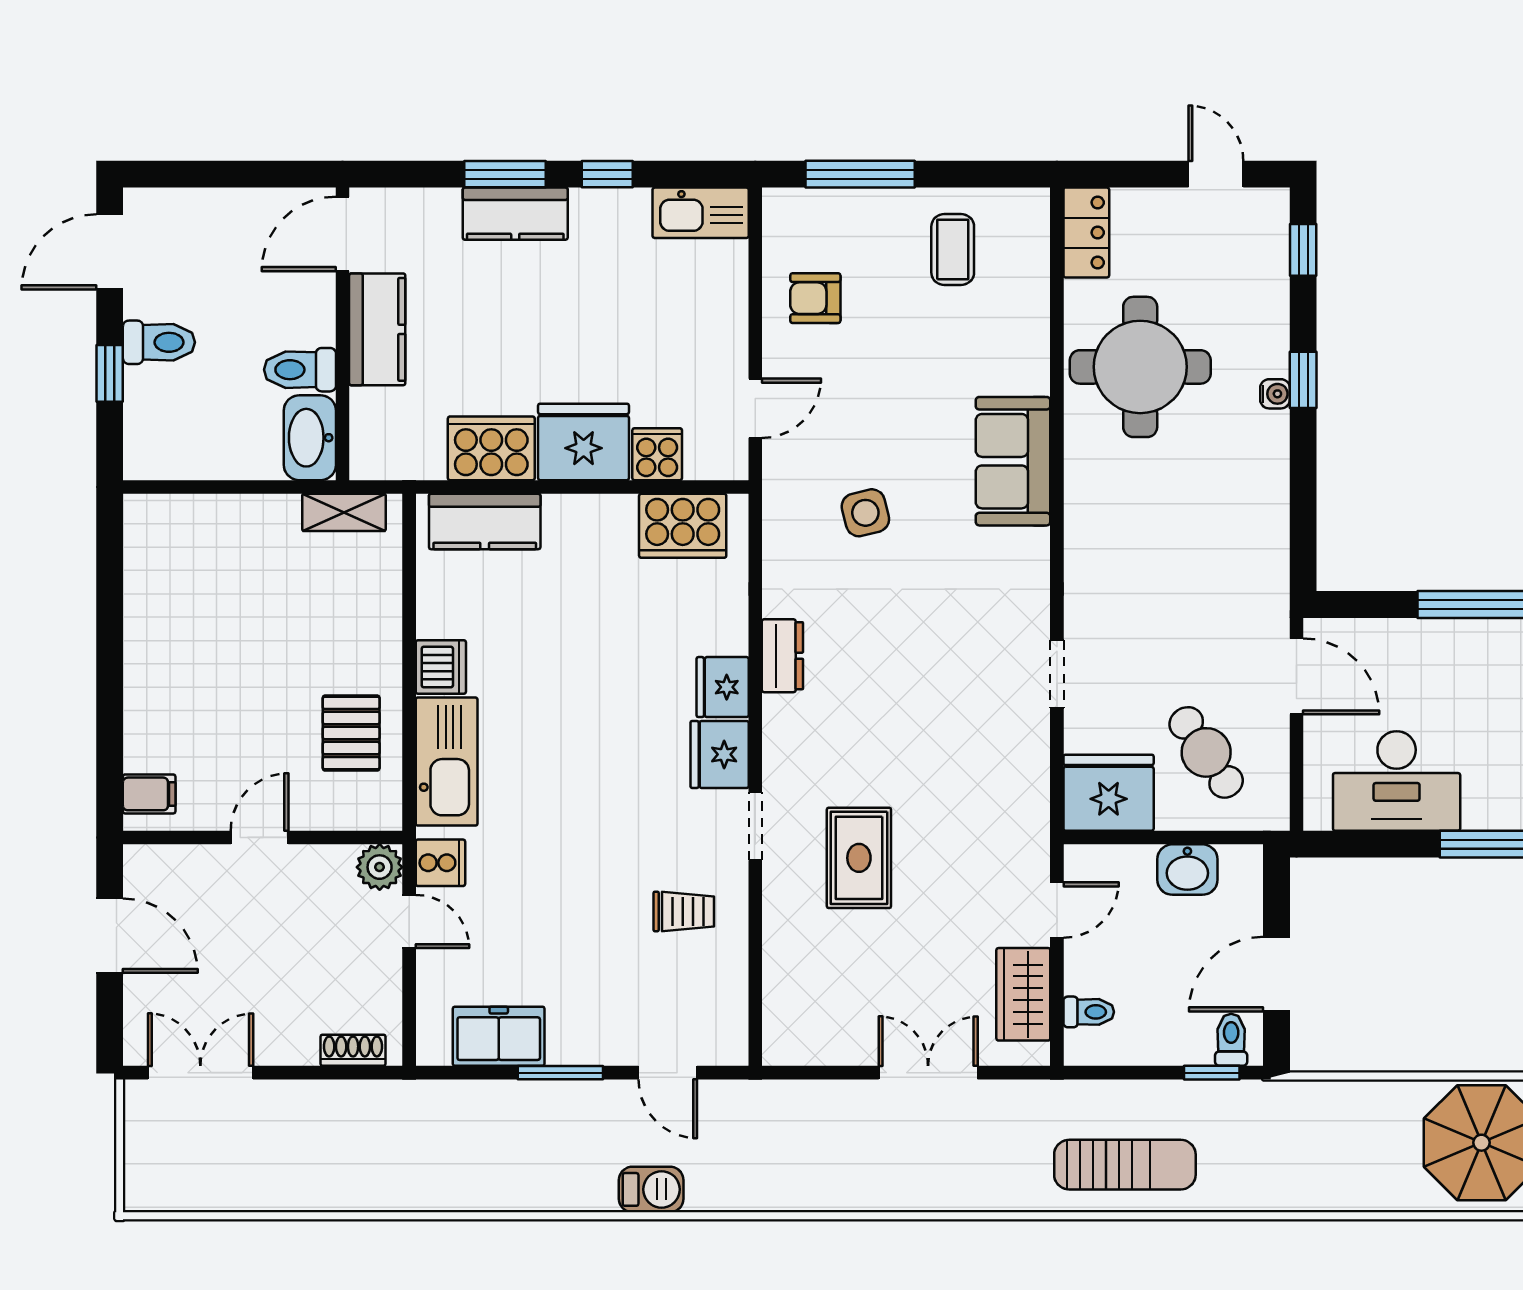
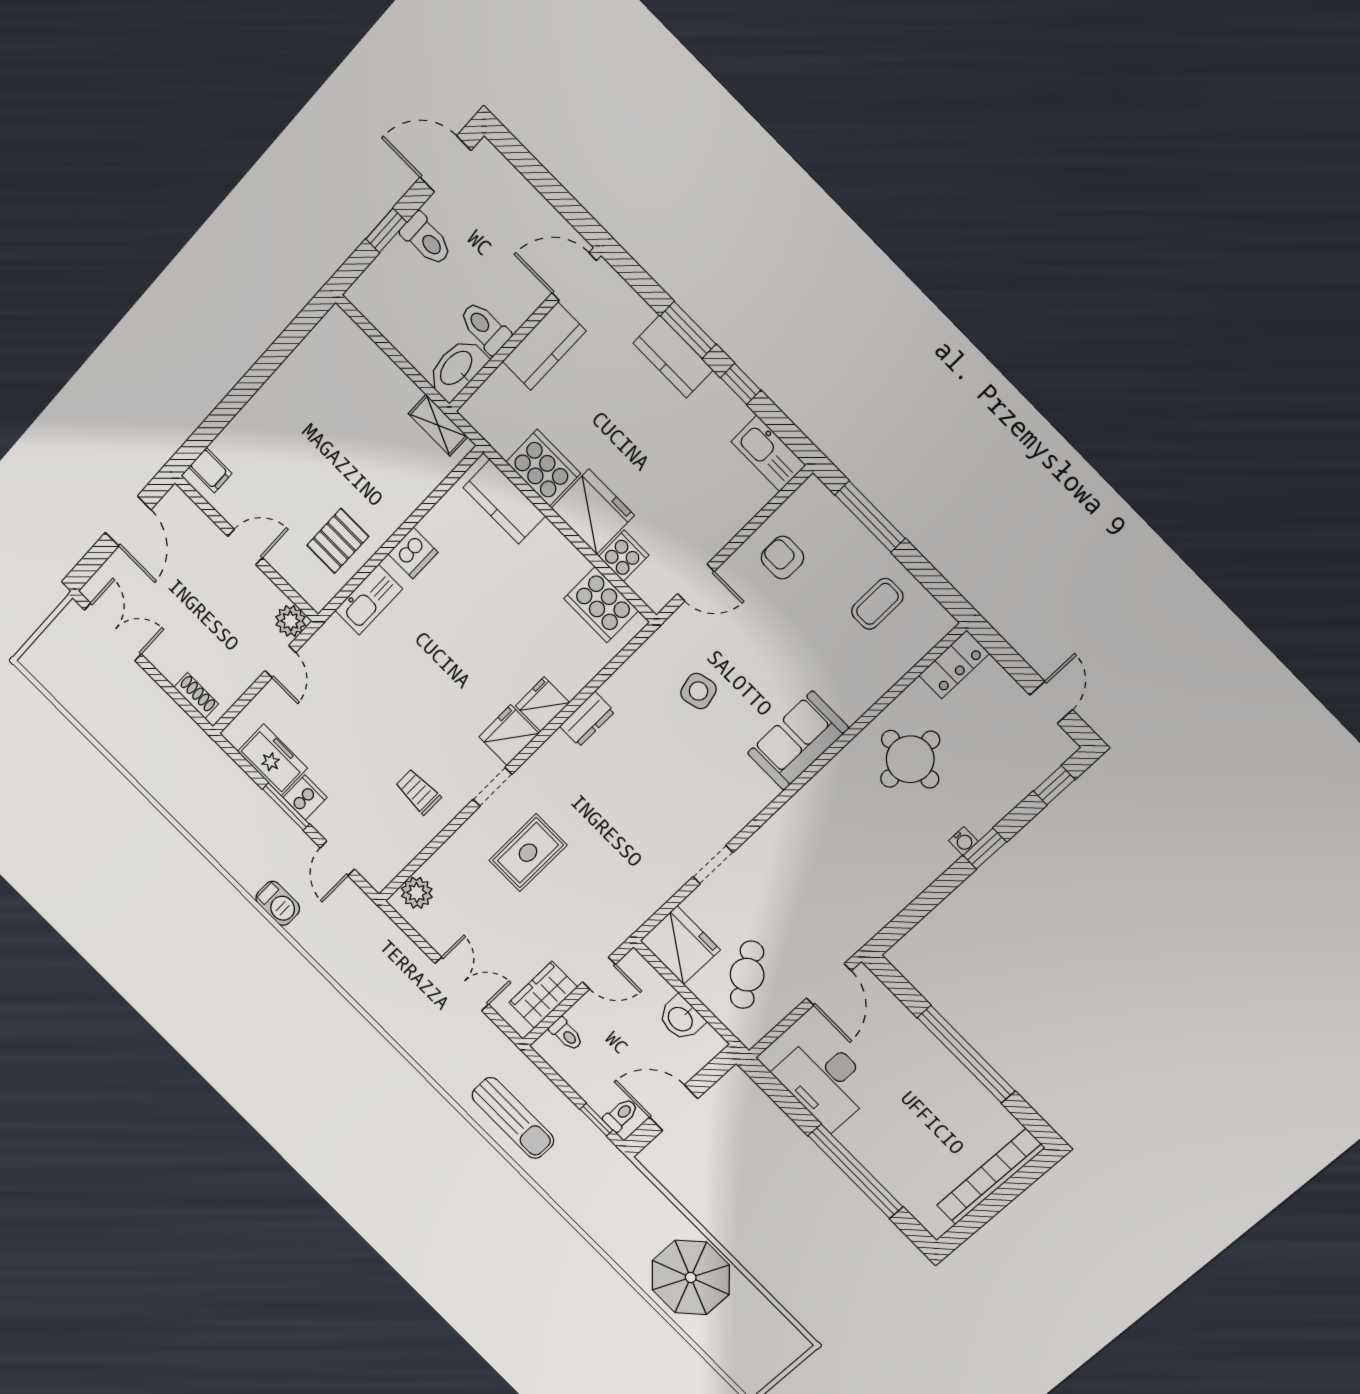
round table: (1140, 367) -> (910, 759), width x0.73, depth x0.73
kitchen sink: (447, 762) -> (369, 600), width x0.73, depth x0.81
cooker: (440, 863) -> (305, 797), moved, turned -90
trolley: (684, 911) -> (418, 792), turned 180
plant: (786, 1022) -> (417, 893), added

